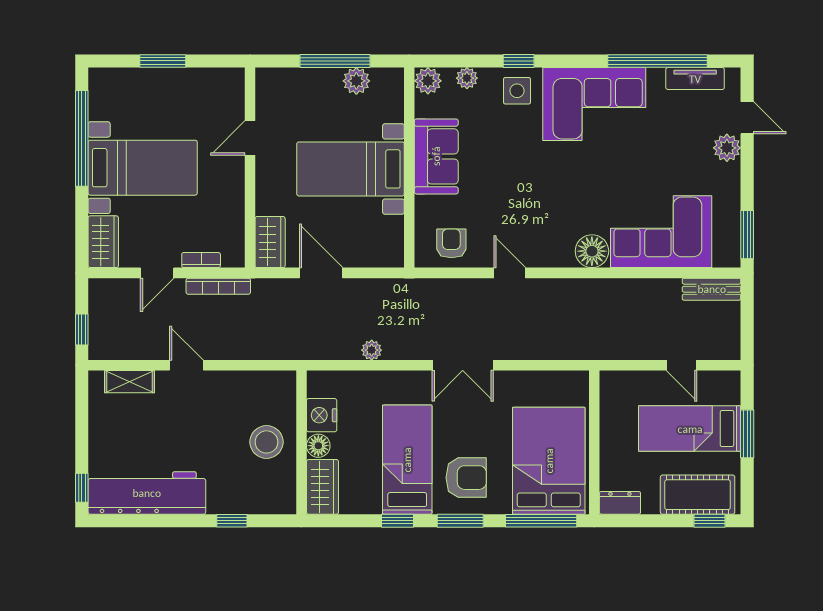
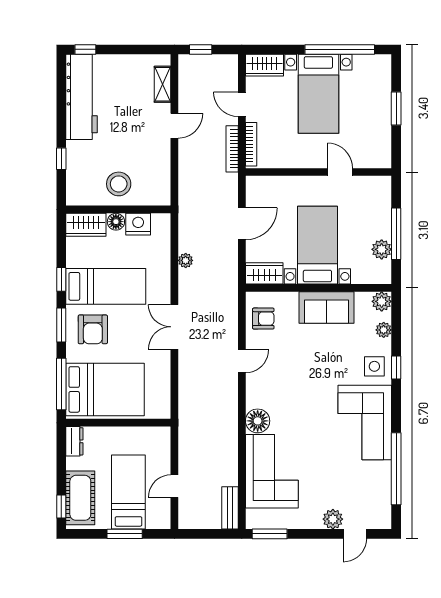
tv unit: (695, 79) -> (383, 496), removed
wardrobe: (270, 242) -> (264, 273), moved, turned 180
bookcase: (201, 260) -> (251, 144), width x1.56

